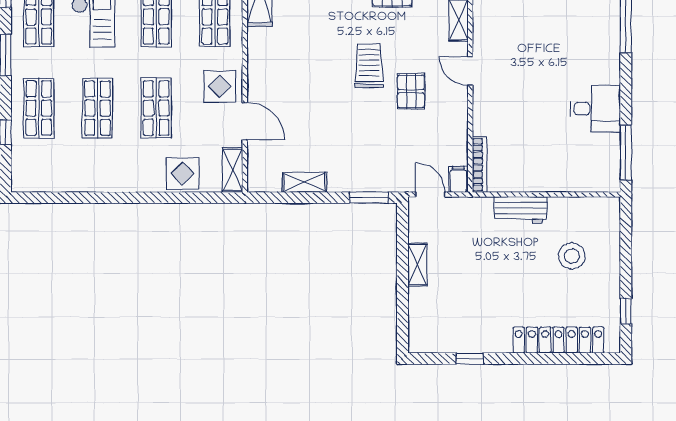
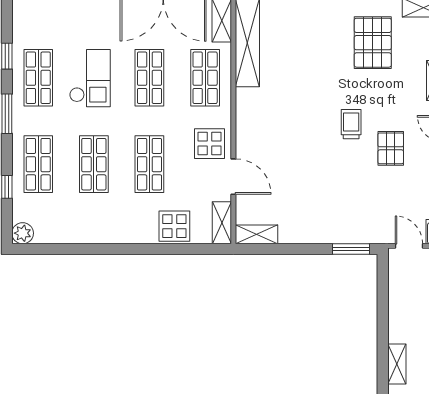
trolley: (369, 66) -> (351, 124), width x0.73, depth x0.72
plant: (22, 181) -> (23, 233), added
shelving: (305, 182) -> (256, 234), moved
shelving: (418, 265) -> (397, 364), moved

